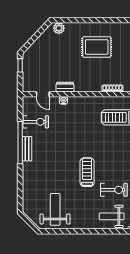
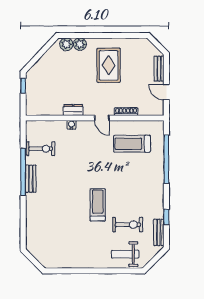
plant: (71, 28) -> (80, 44), added
rug: (97, 47) -> (109, 65), turned 90
door: (43, 94) -> (102, 118), moved
weight bench: (55, 209) -> (62, 246), removed

